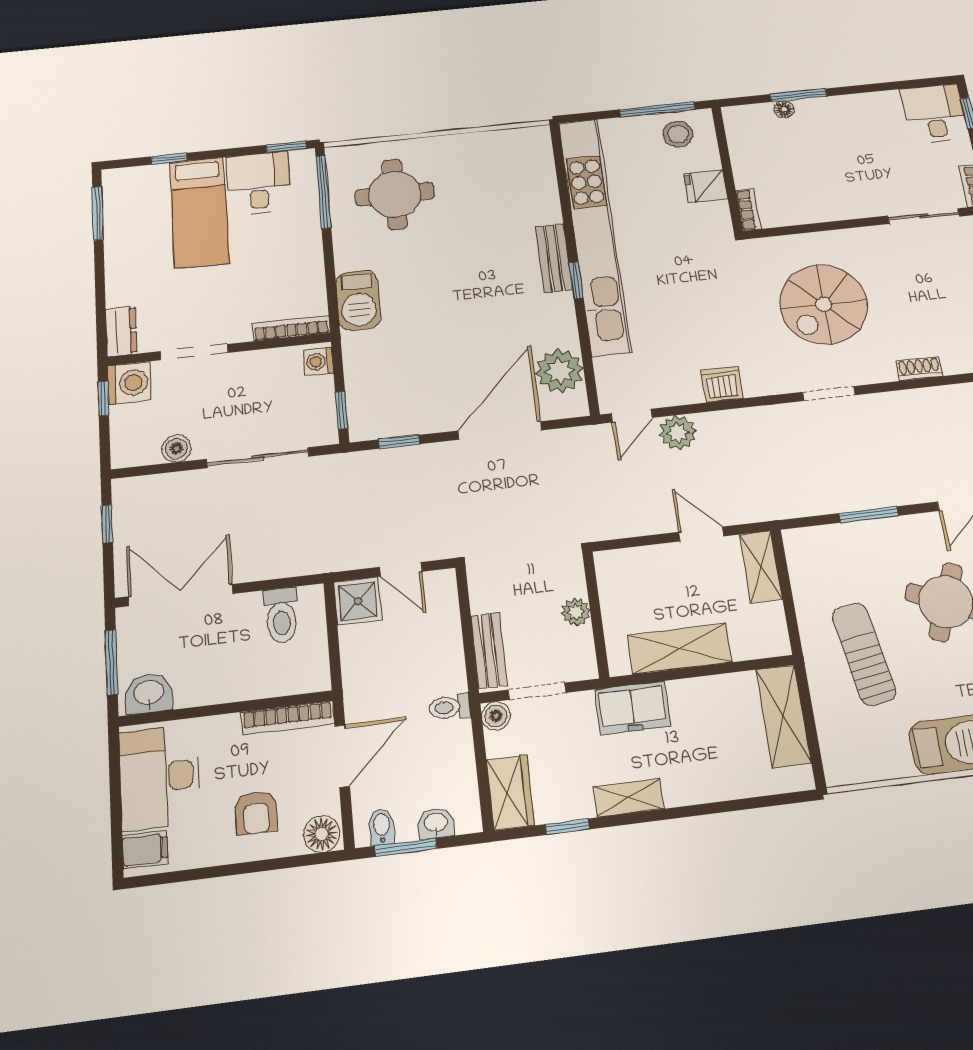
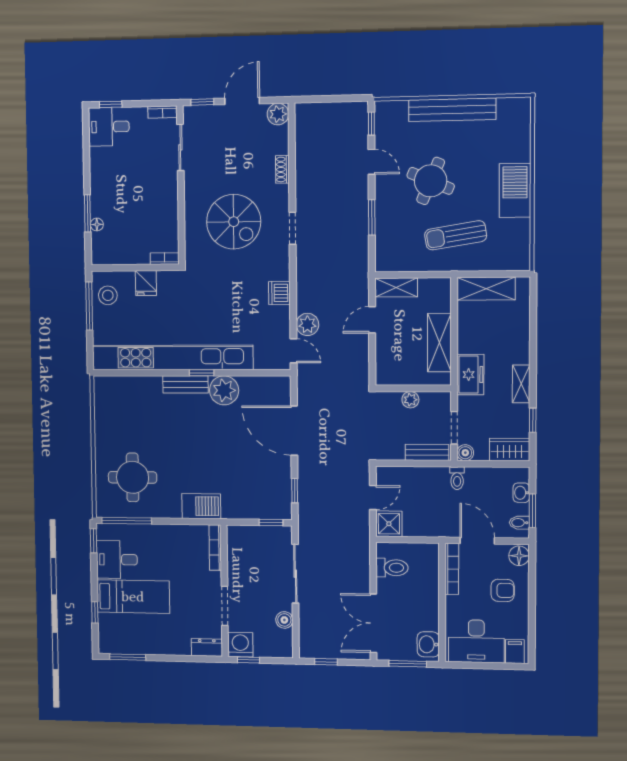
washing machine: (319, 361) -> (239, 533), removed
plant: (560, 371) -> (224, 390), moved

